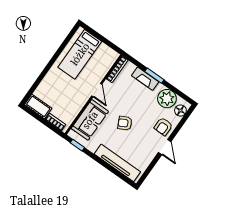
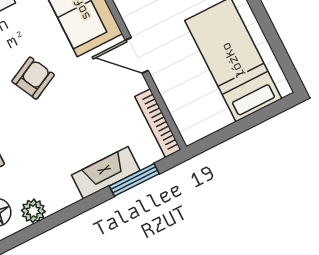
window: (154, 76) -> (134, 180), moved
plant: (167, 99) -> (33, 211), width x0.53, depth x0.53

